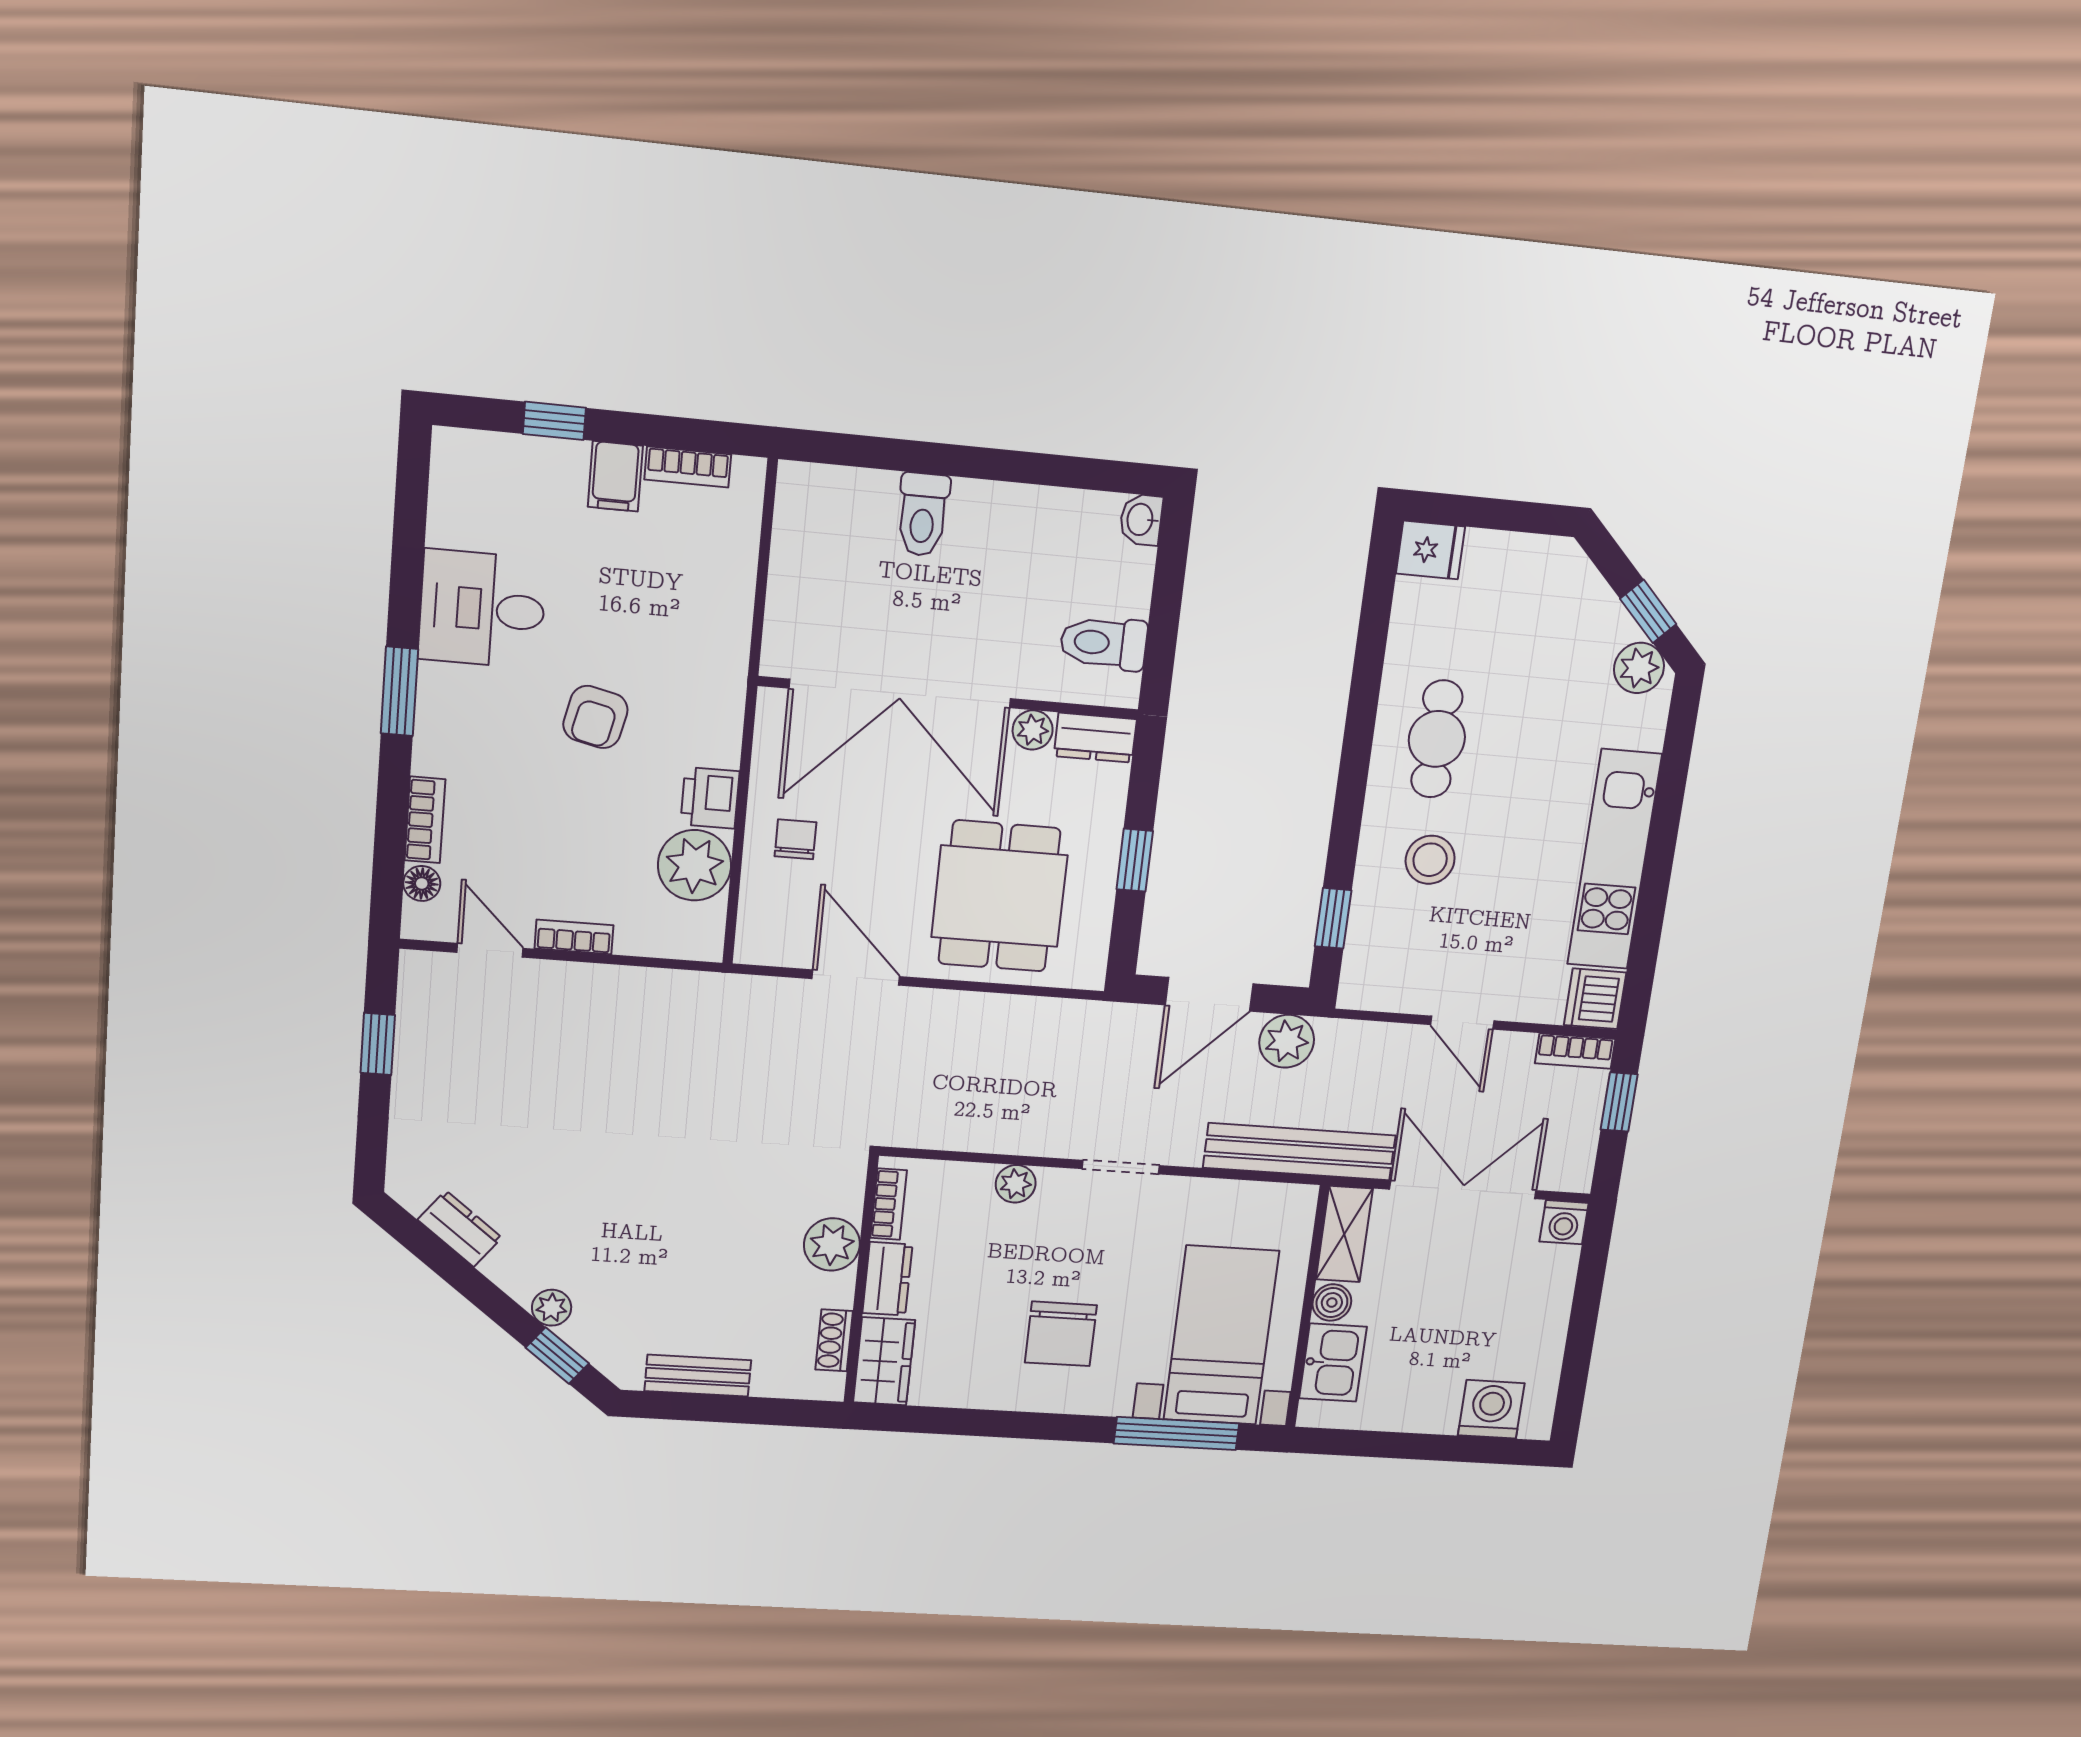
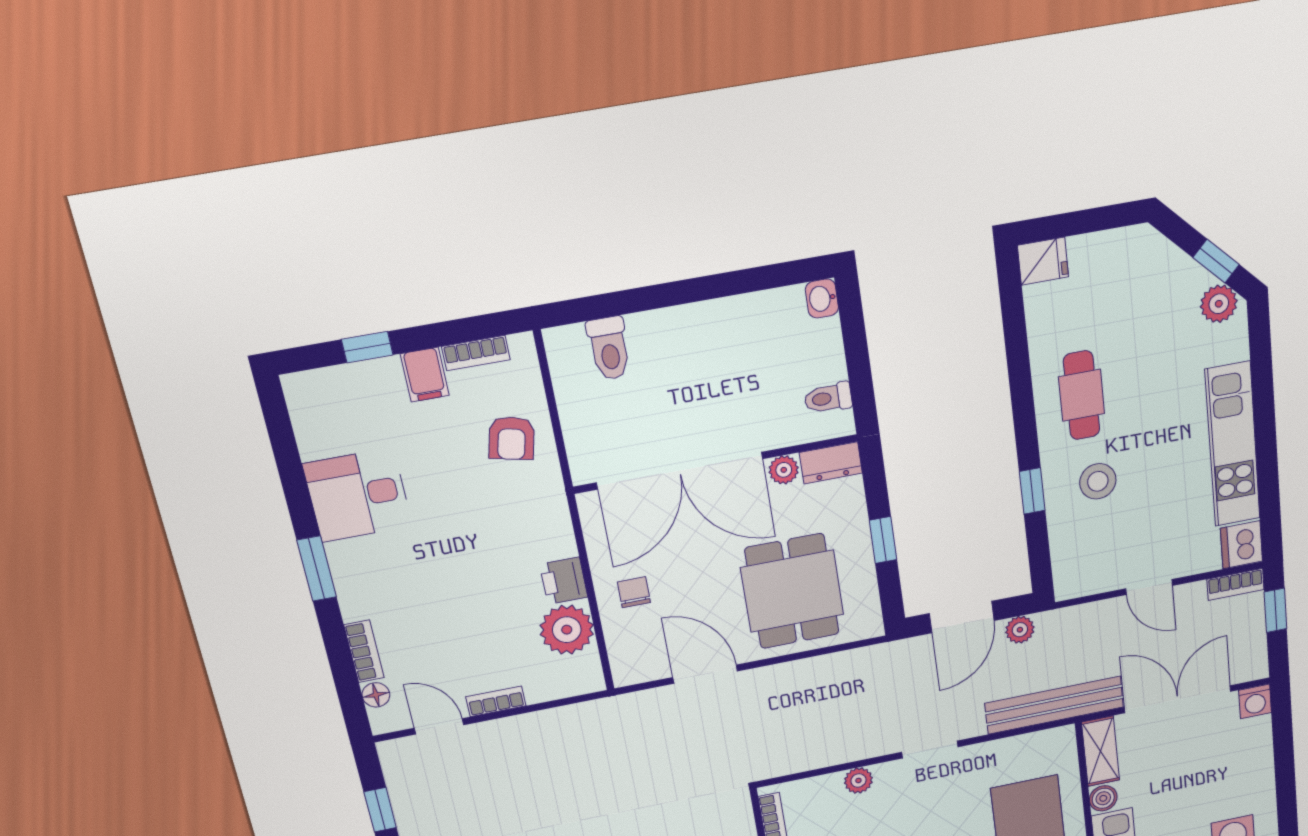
toilet: (923, 514) -> (609, 348), moved
toilet: (1104, 643) -> (828, 398), width x0.73, depth x0.72
armchair: (595, 717) -> (512, 438), moved
window: (1333, 918) -> (1032, 491), moved
plant: (1287, 1041) -> (1020, 630), width x0.73, depth x0.73

